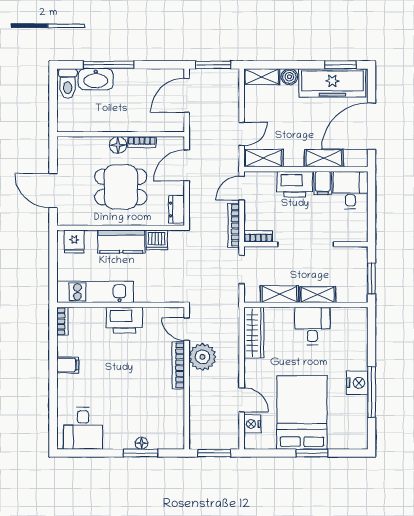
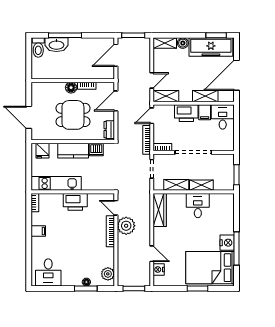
bed: (302, 412) -> (210, 268), moved, turned -90
plant: (174, 431) -> (108, 274), added

